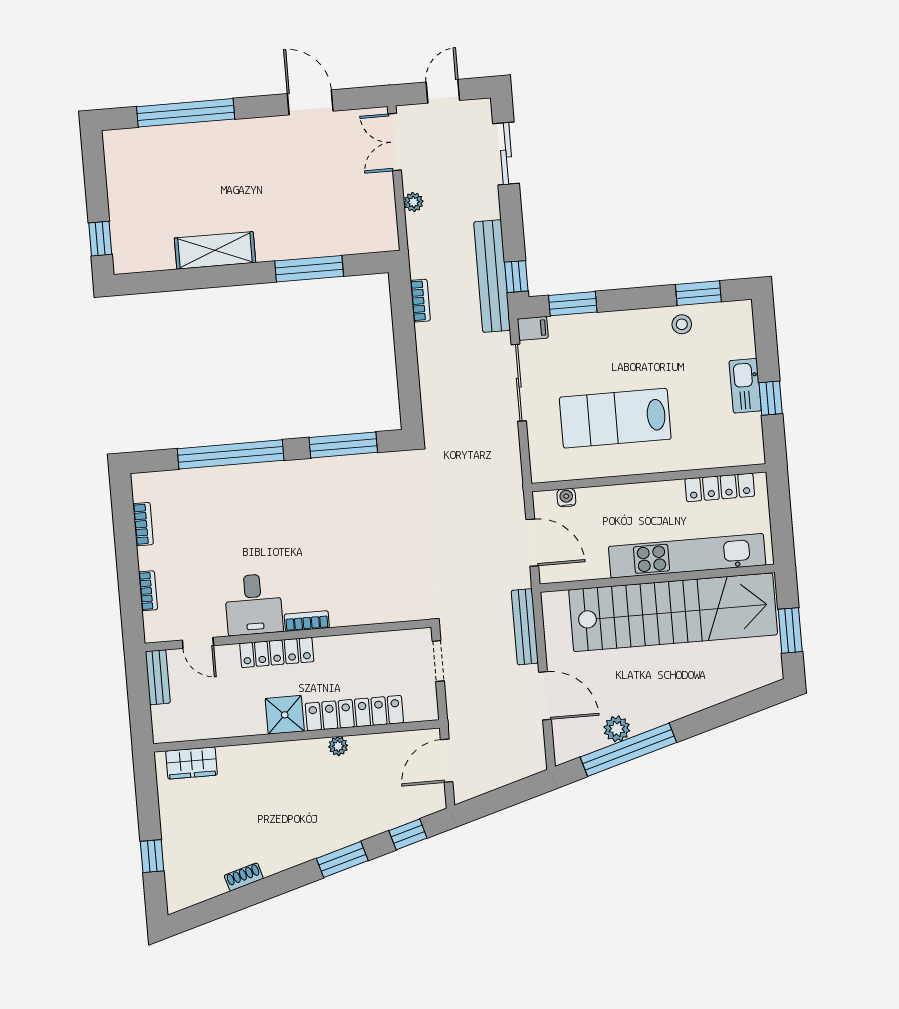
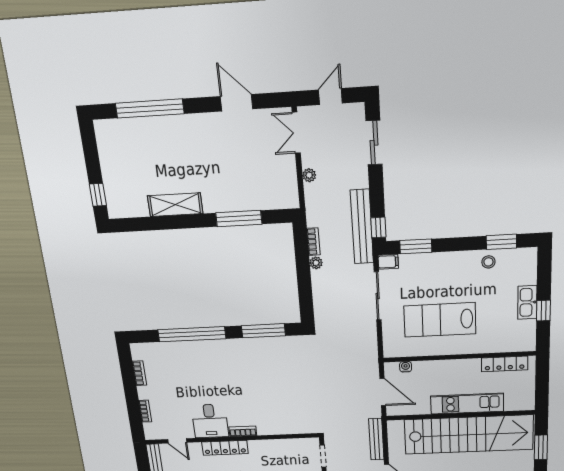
plant: (424, 333) -> (316, 263), added
kitchen unit: (687, 556) -> (467, 404), width x0.73

